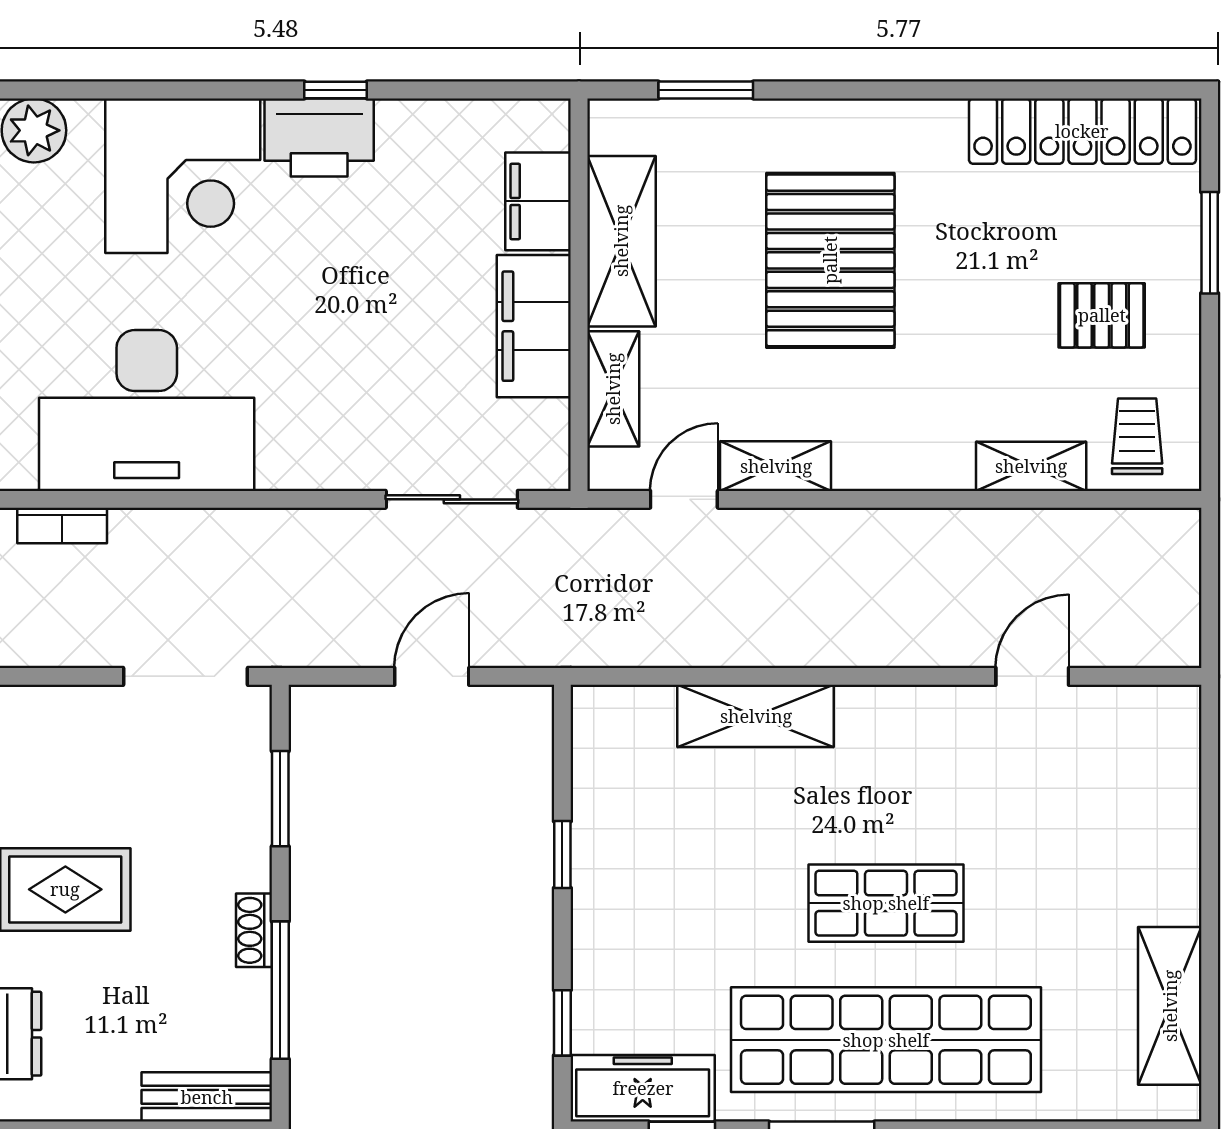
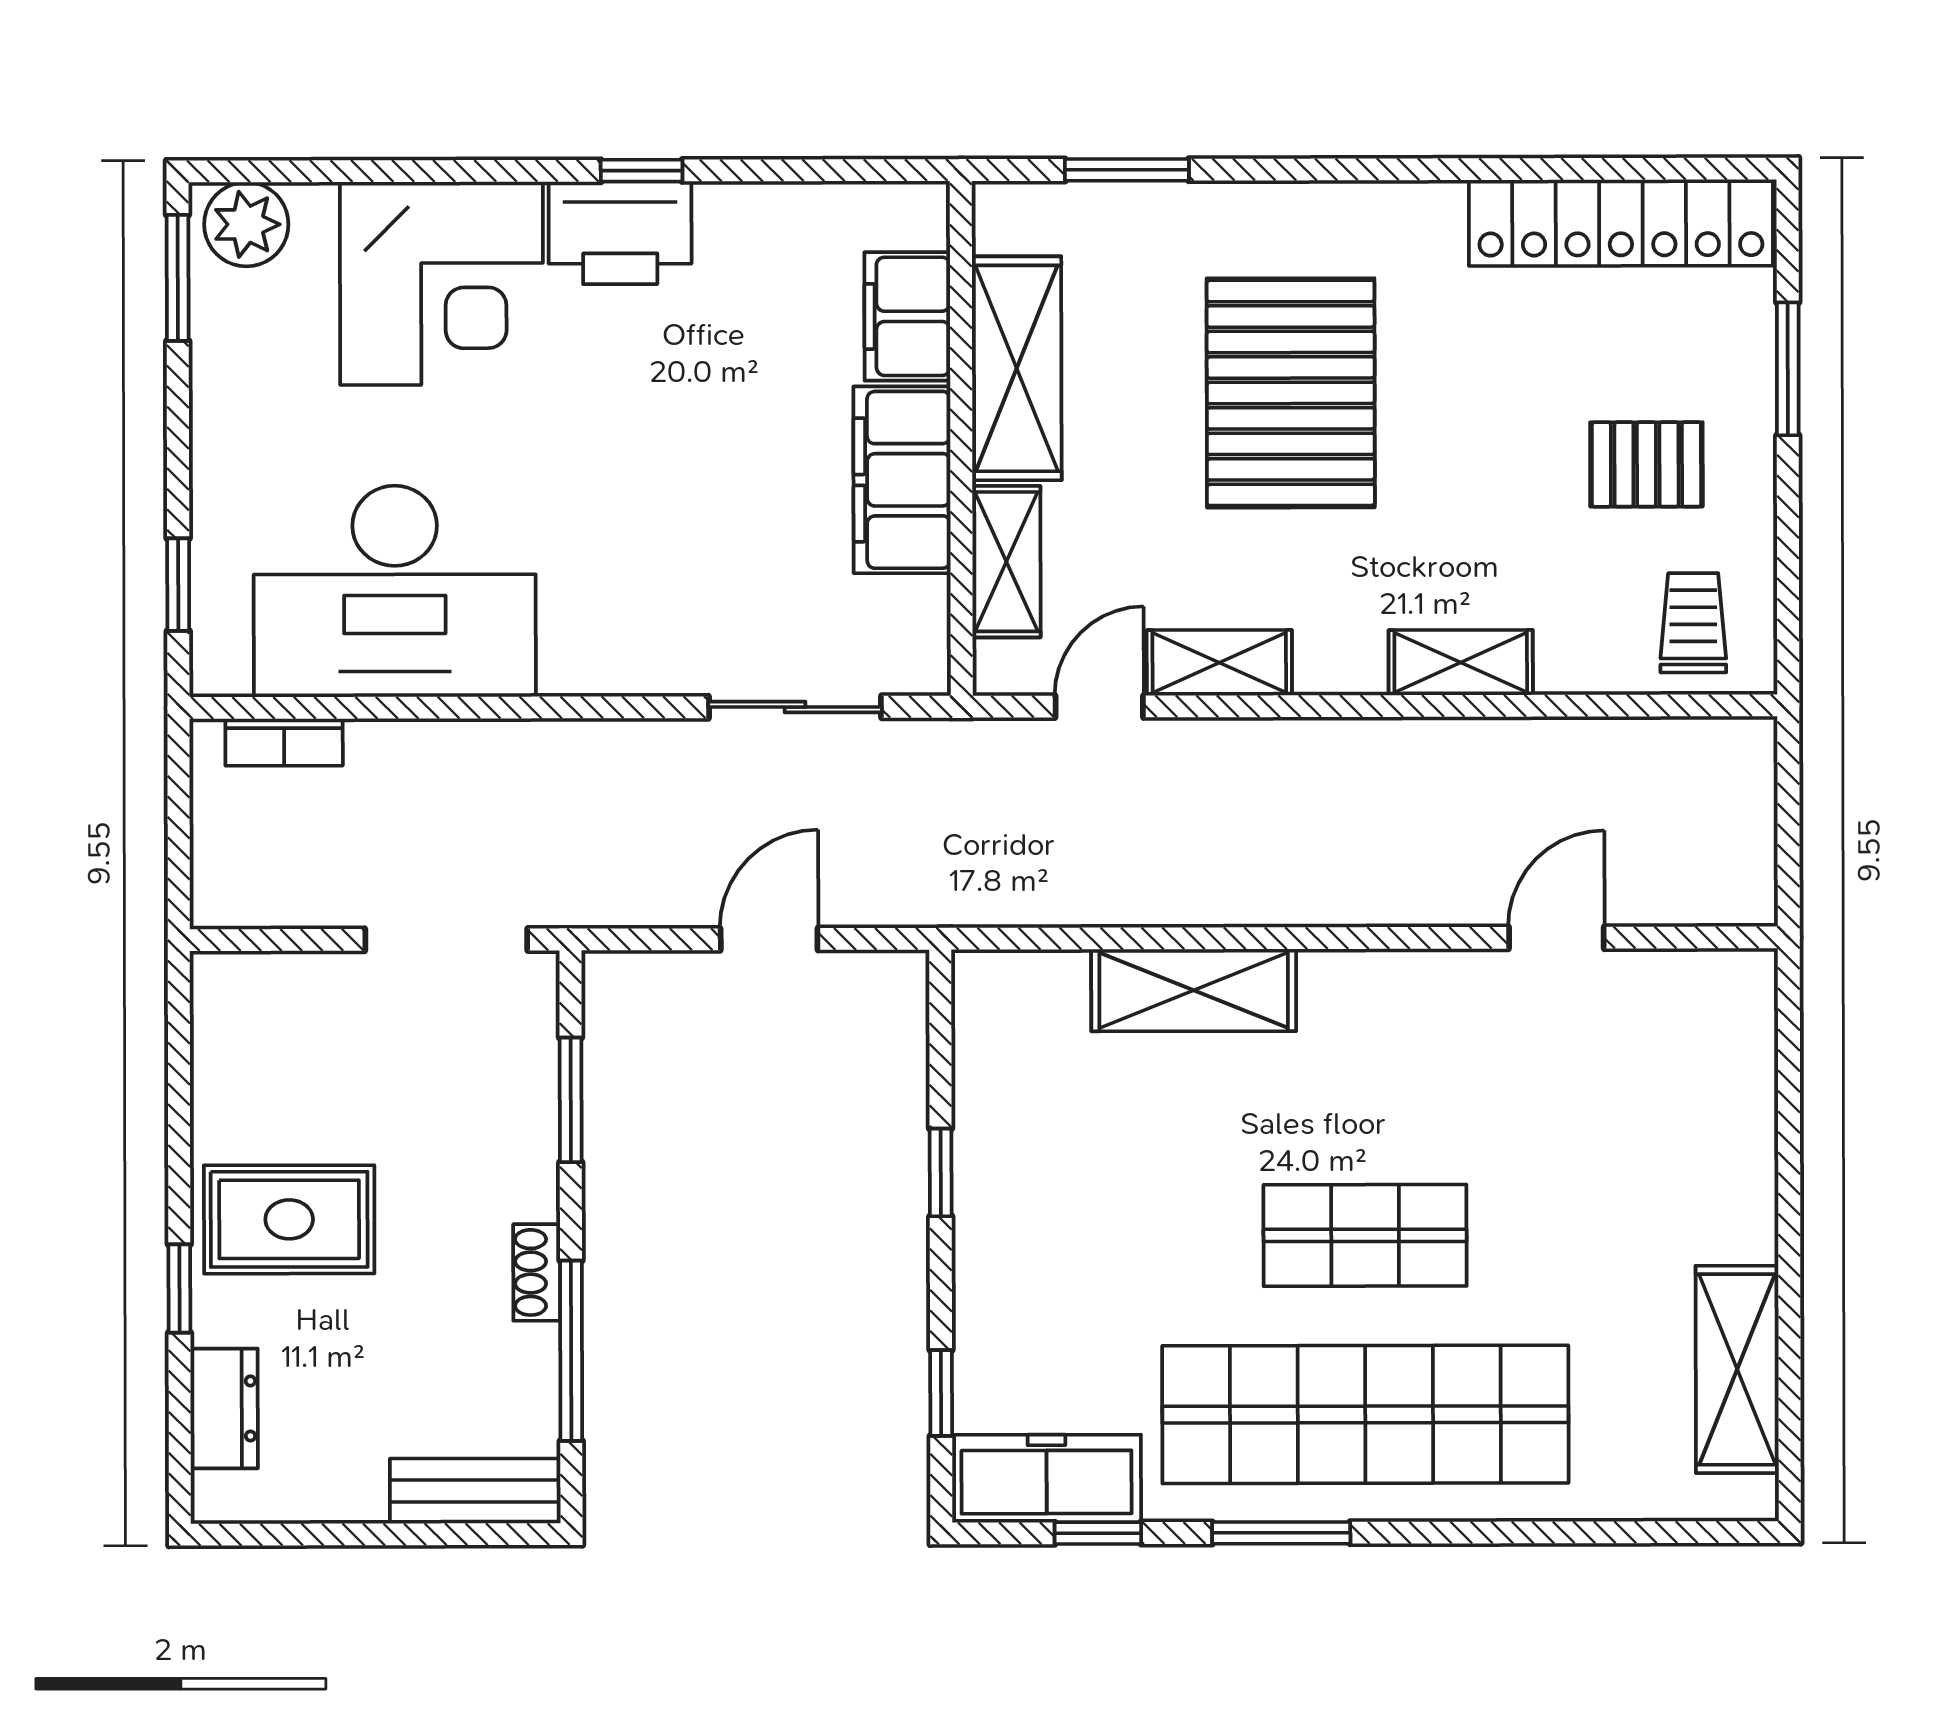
shelving: (1031, 466) -> (1461, 663), moved

